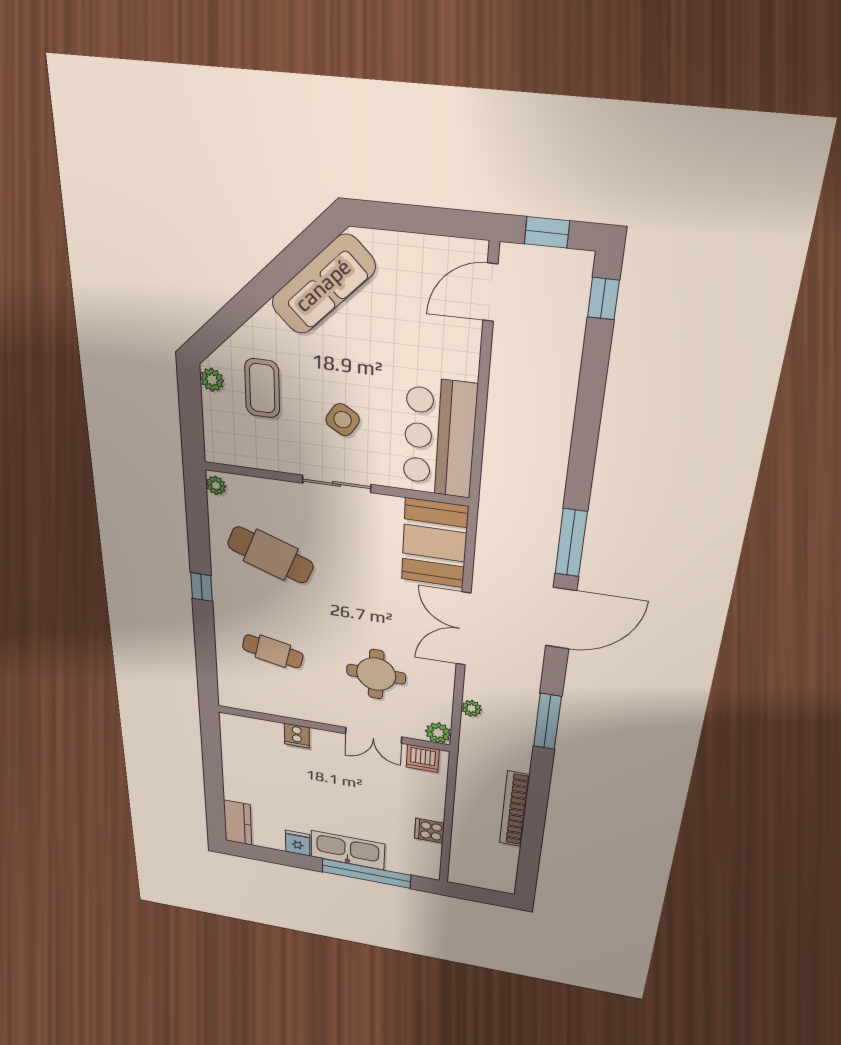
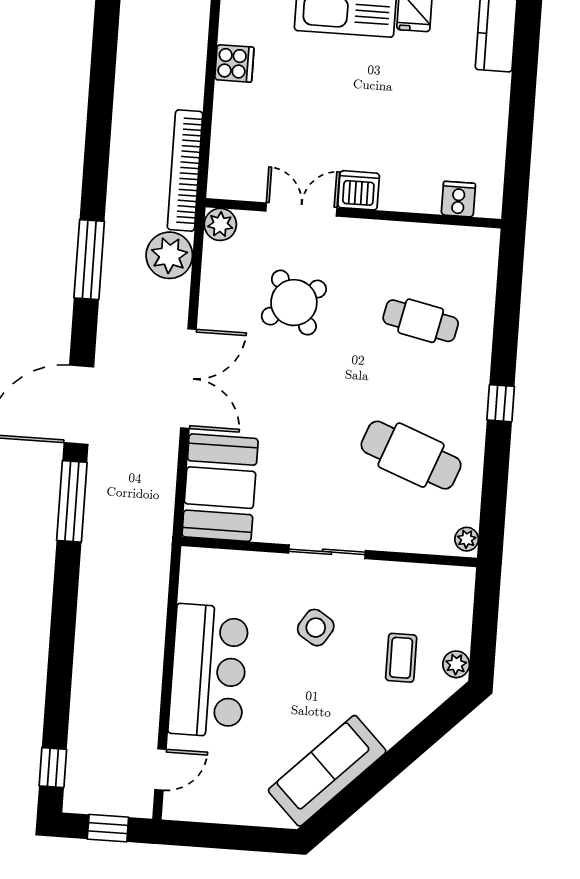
door: (490, 292) -> (160, 769), width x0.73
coffee table: (262, 388) -> (401, 658), width x0.73, depth x0.77
bar counter: (439, 438) -> (209, 671), moved
round table: (376, 674) -> (294, 303), turned -34
plant: (471, 708) -> (169, 255), width x1.88, depth x1.88
cooker: (297, 736) -> (458, 199), moved
dishwasher: (423, 758) -> (359, 190), moved
bookcase: (514, 809) -> (185, 170), moved, turned 180

